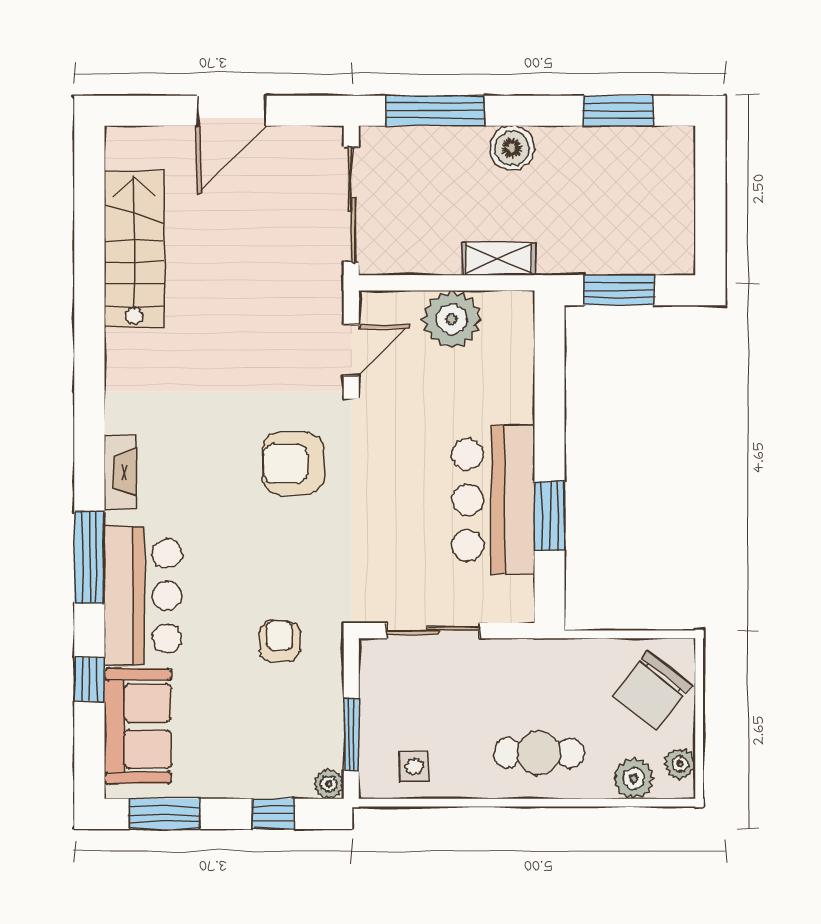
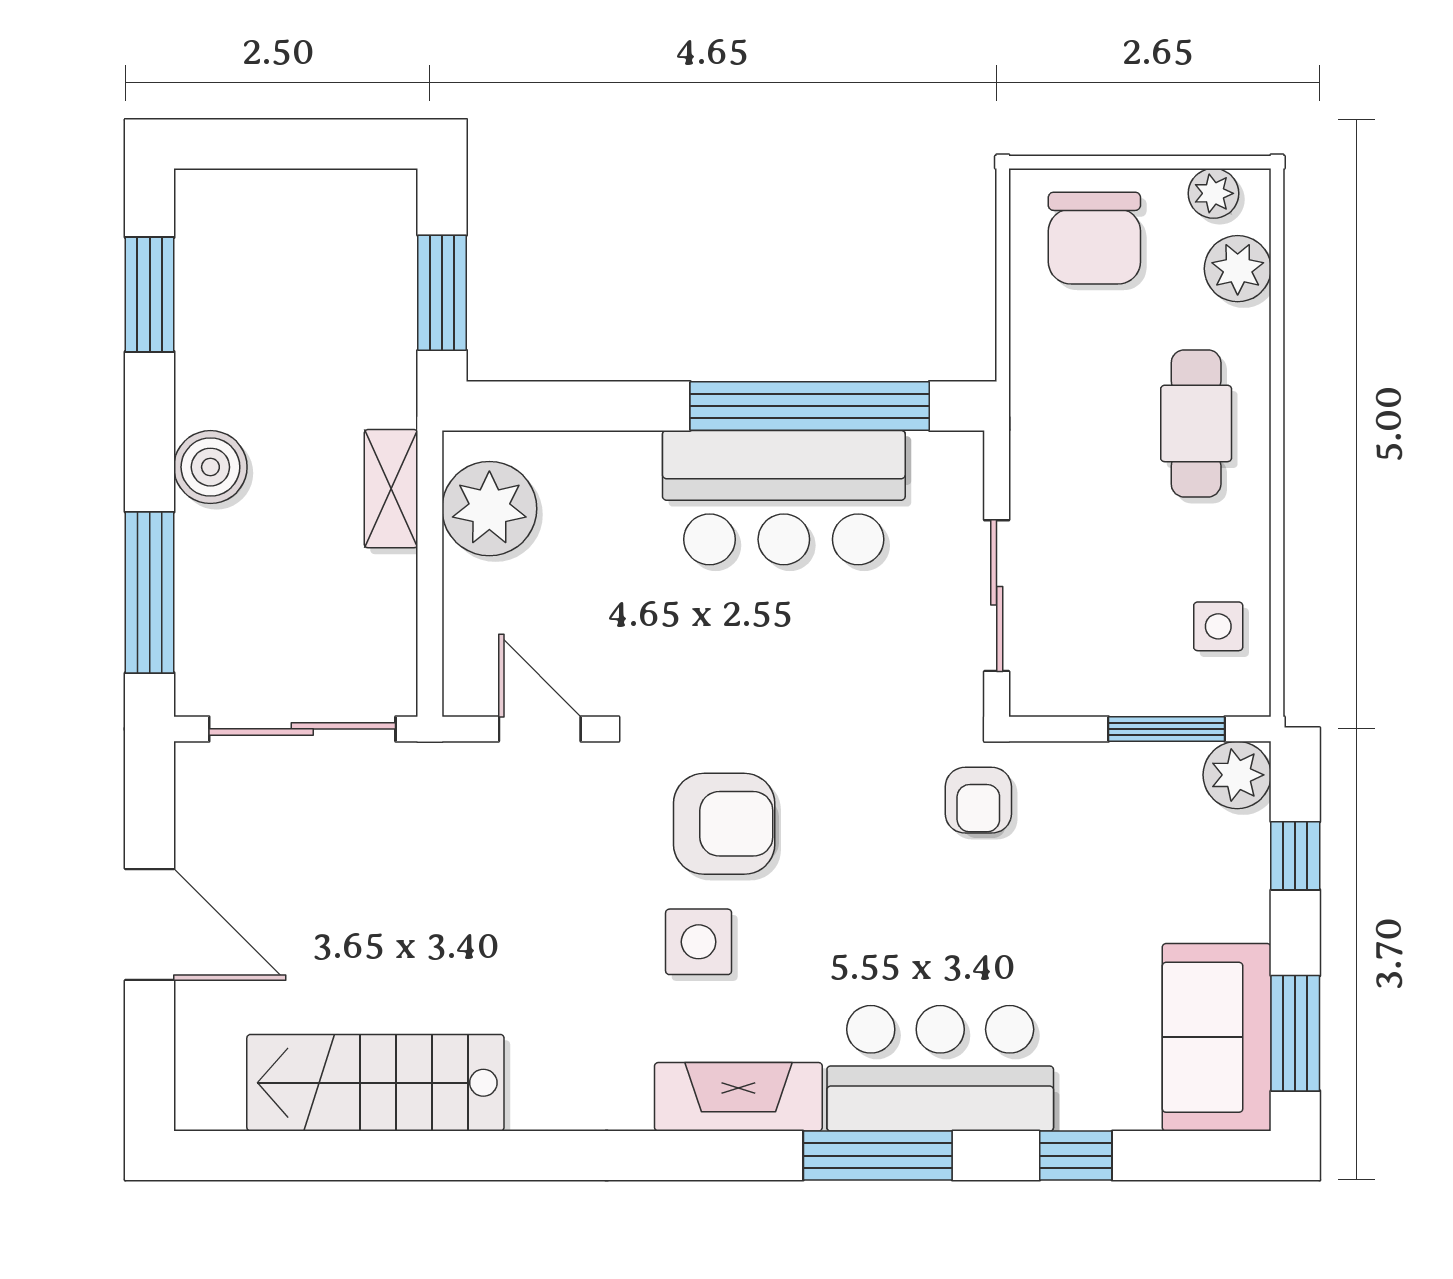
plant: (452, 319) -> (489, 509), moved
side table: (221, 448) -> (699, 942), added
armchair: (293, 463) -> (724, 824), turned -90
fireplace: (120, 472) -> (738, 1097), width x1.37, depth x1.32
window: (549, 516) -> (810, 406), width x2.11
armchair: (280, 641) -> (978, 800), moved, turned -90
chair: (652, 691) -> (1094, 238), turned 52
sofa: (138, 726) -> (1217, 1037), moved, turned -90
plant: (329, 784) -> (1237, 775), width x1.38, depth x1.38

